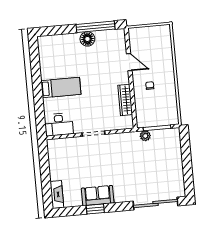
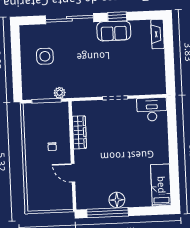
bed: (61, 88) -> (161, 185), moved, turned 90
side table: (160, 169) -> (45, 56), added
sliding door: (156, 203) -> (69, 19), moved

